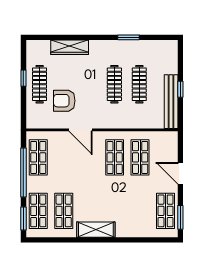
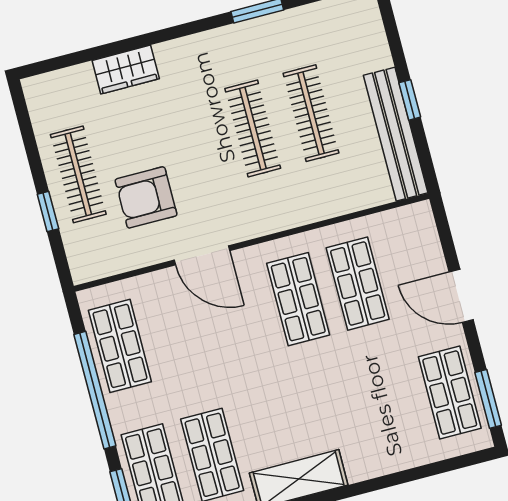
wardrobe: (70, 47) -> (126, 70), width x0.67
window: (23, 78) -> (48, 211), moved

